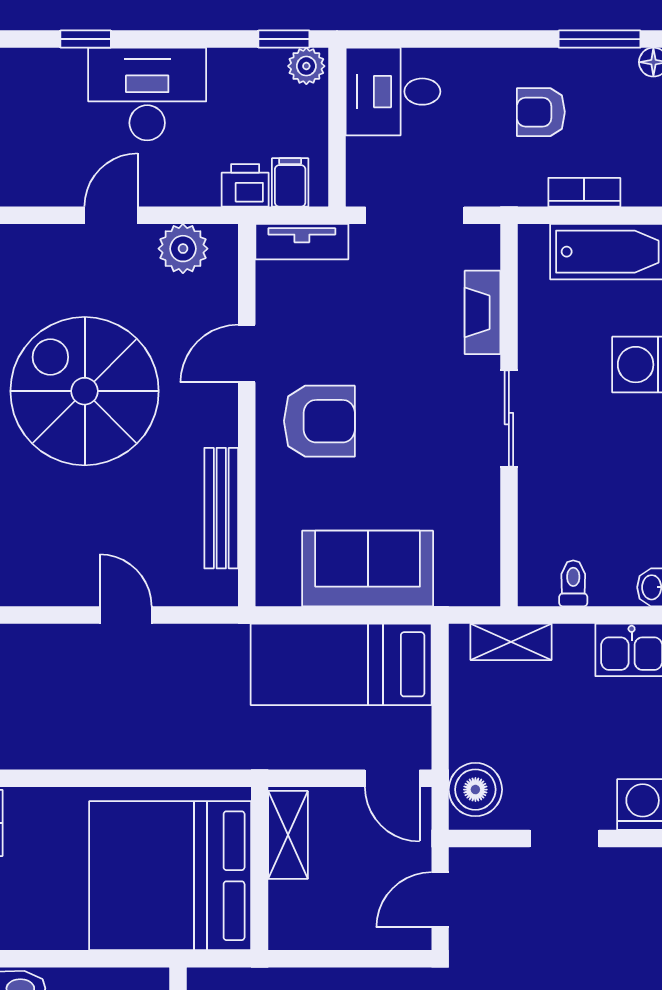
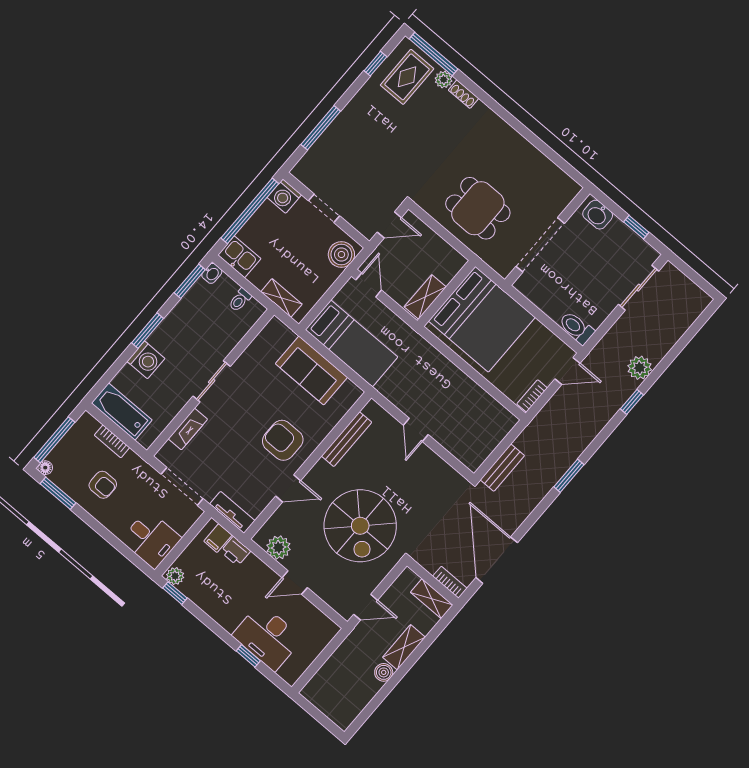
desk: (147, 94) -> (267, 637), moved

